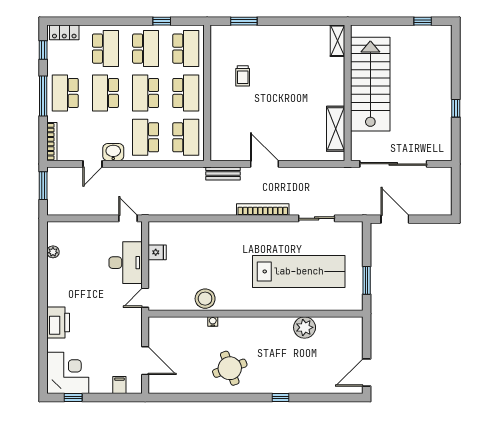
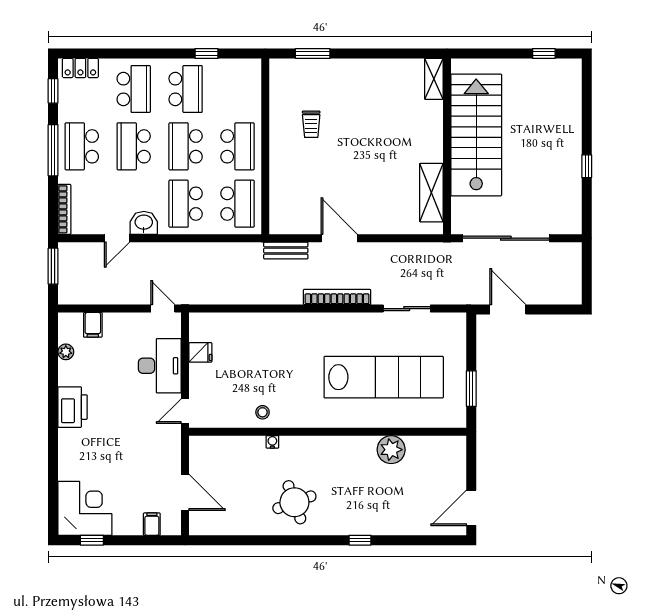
school desk: (186, 49) -> (237, 89), removed
filing cabinet: (74, 231) -> (93, 325), added
stool: (205, 299) -> (263, 412), width x0.53, depth x0.53
printer: (58, 323) -> (73, 407), moved

